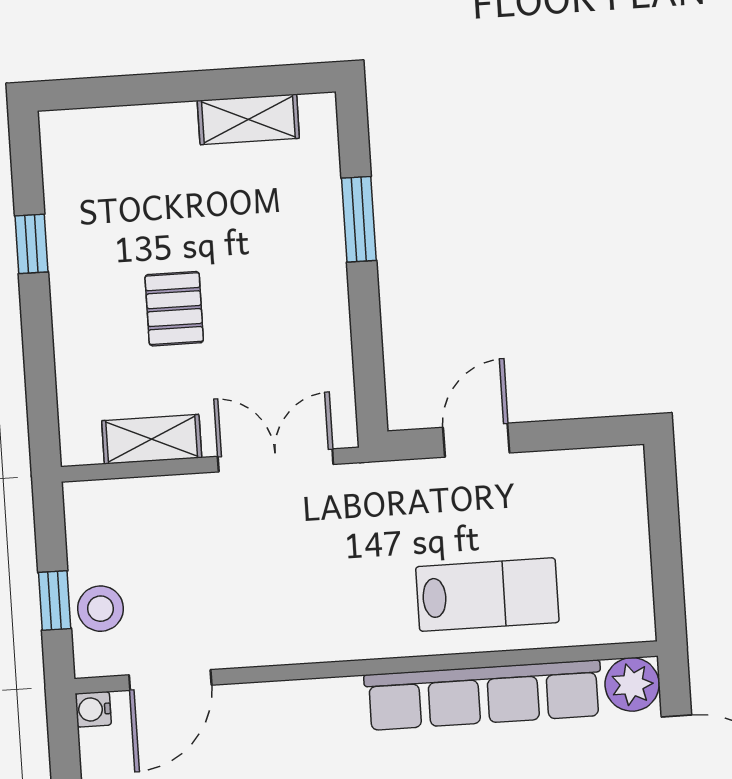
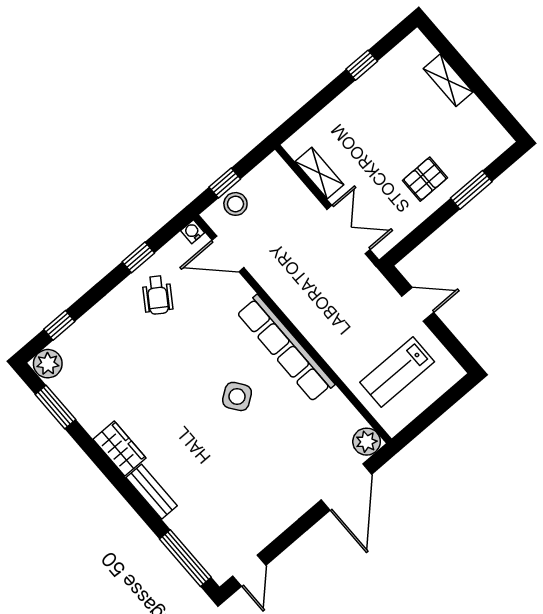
shelving: (248, 119) -> (448, 80), moved
pallet: (174, 309) -> (425, 179), moved
lab bench: (487, 595) -> (397, 372), moved, turned 90
row of seats: (483, 695) -> (286, 348), moved

